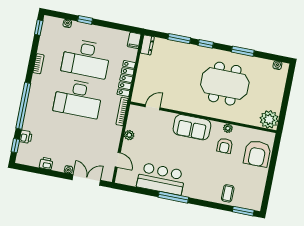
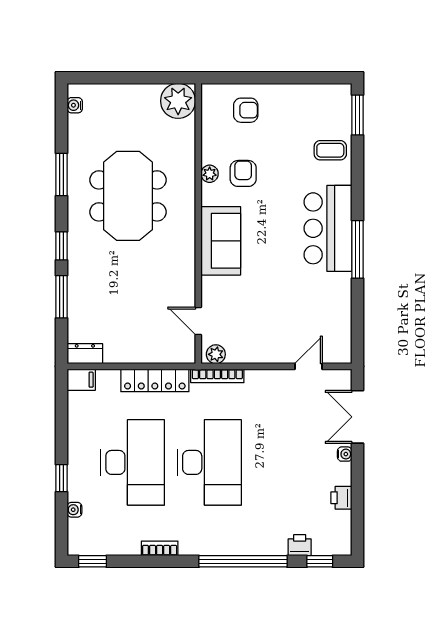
plant: (129, 135) -> (216, 354), moved
armchair: (225, 146) -> (243, 173), turned -90
armchair: (257, 154) -> (246, 110), width x0.53, depth x0.53
bar counter: (161, 179) -> (328, 228), moved

